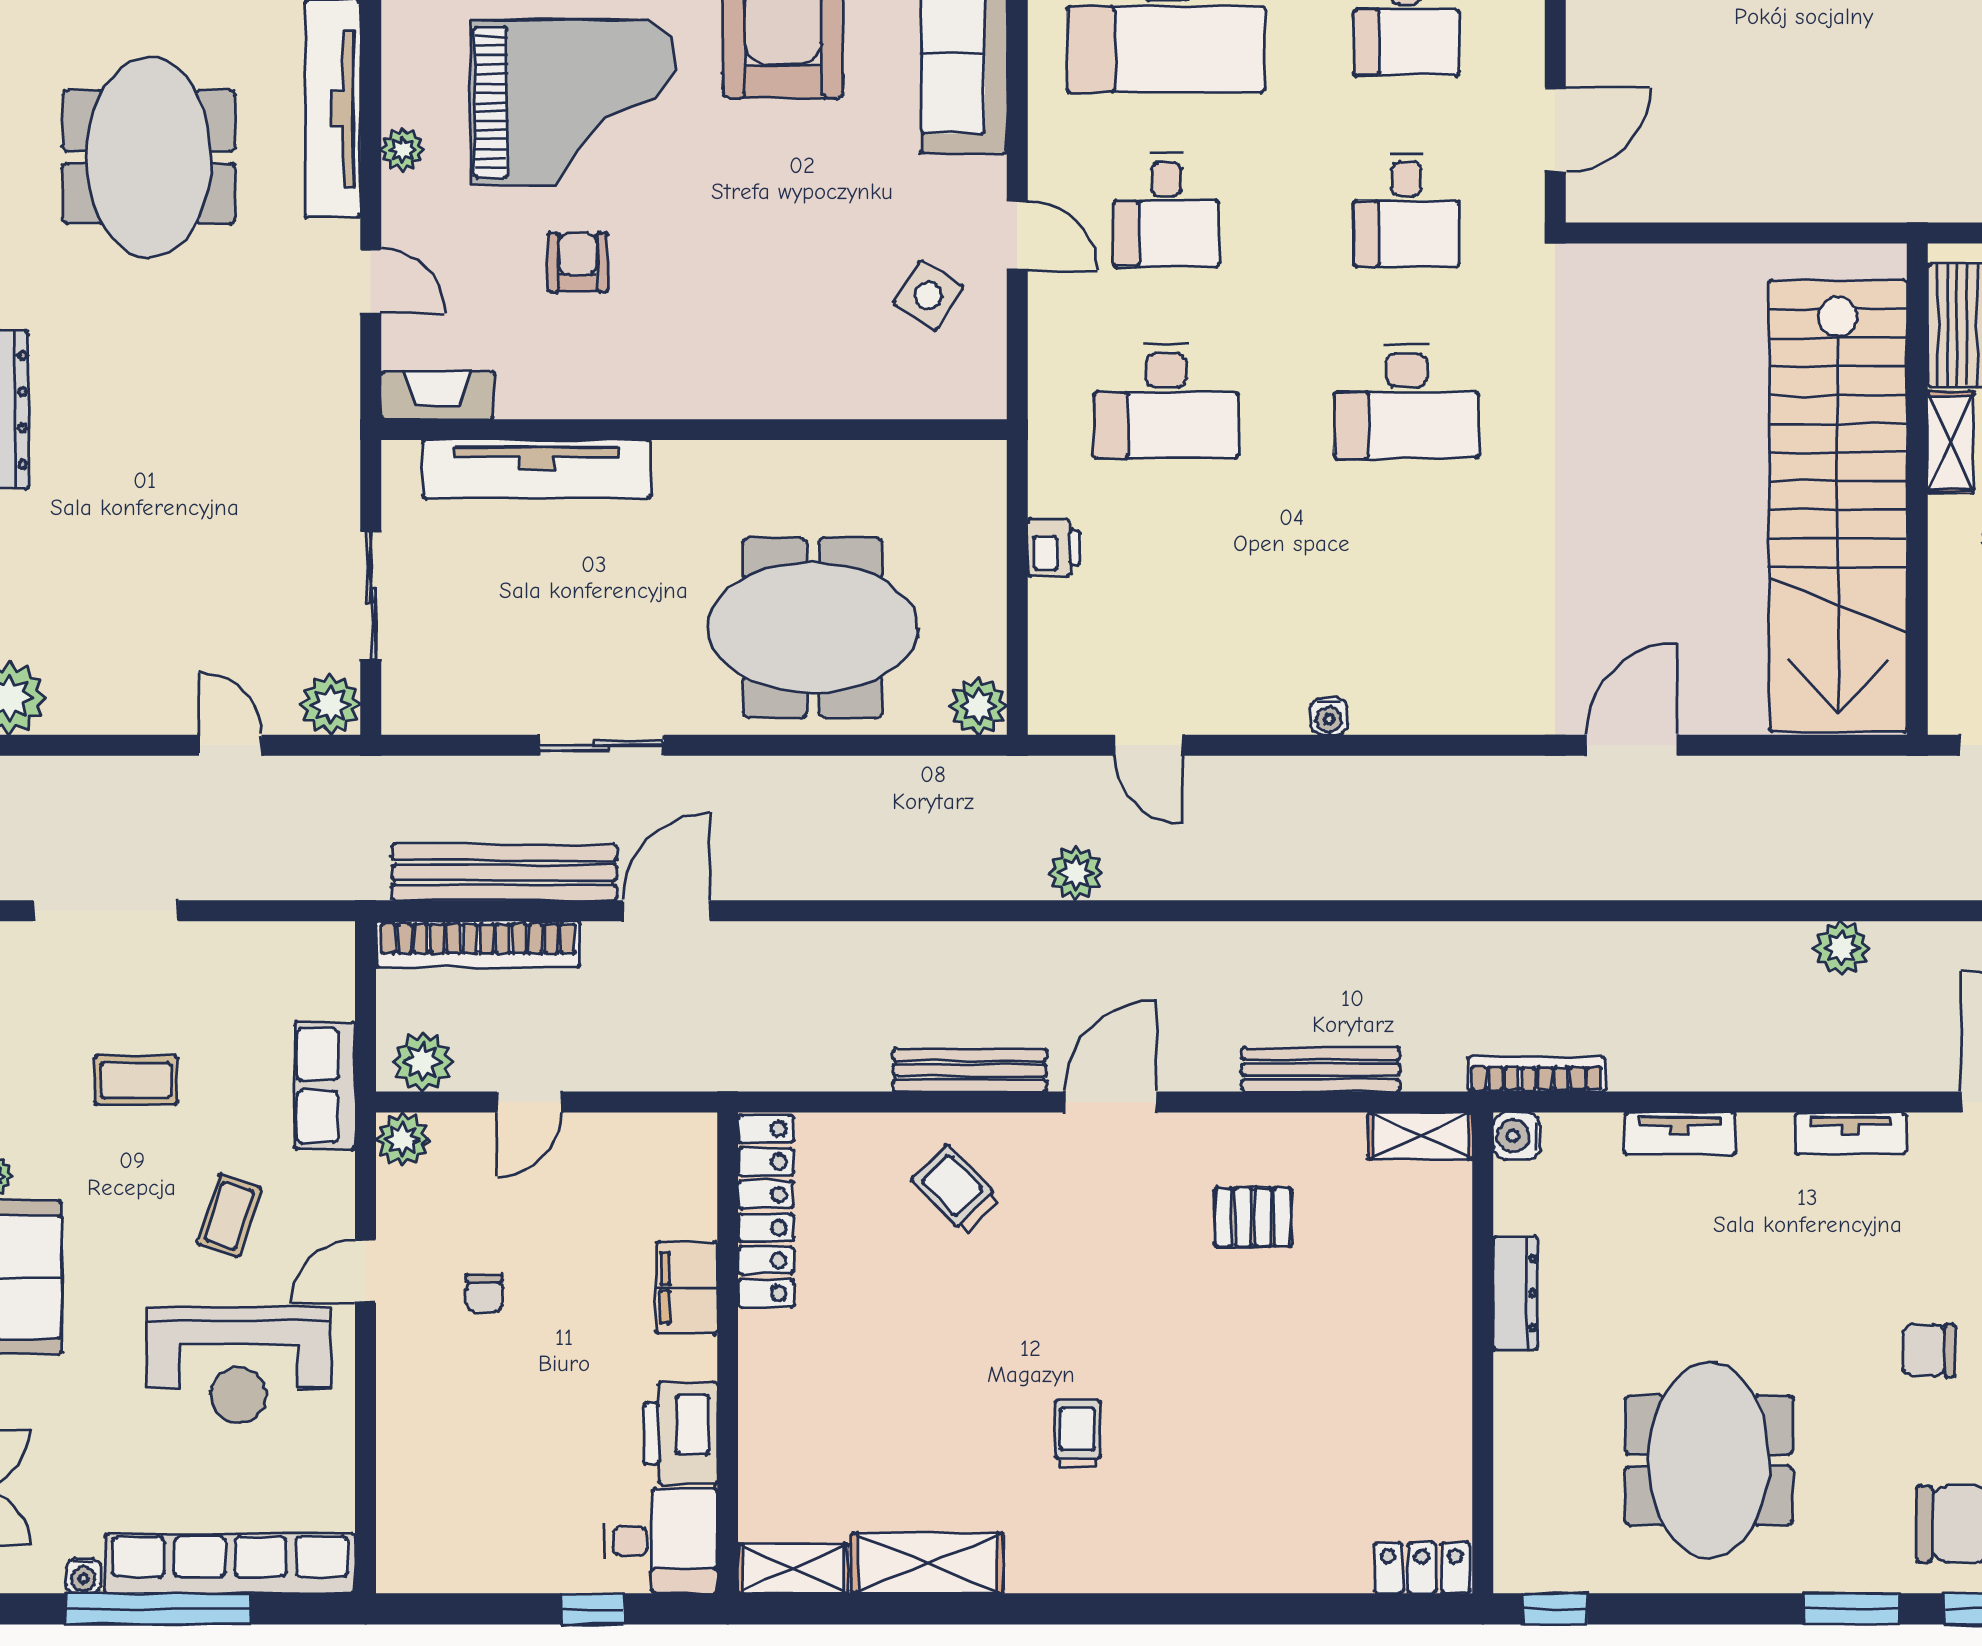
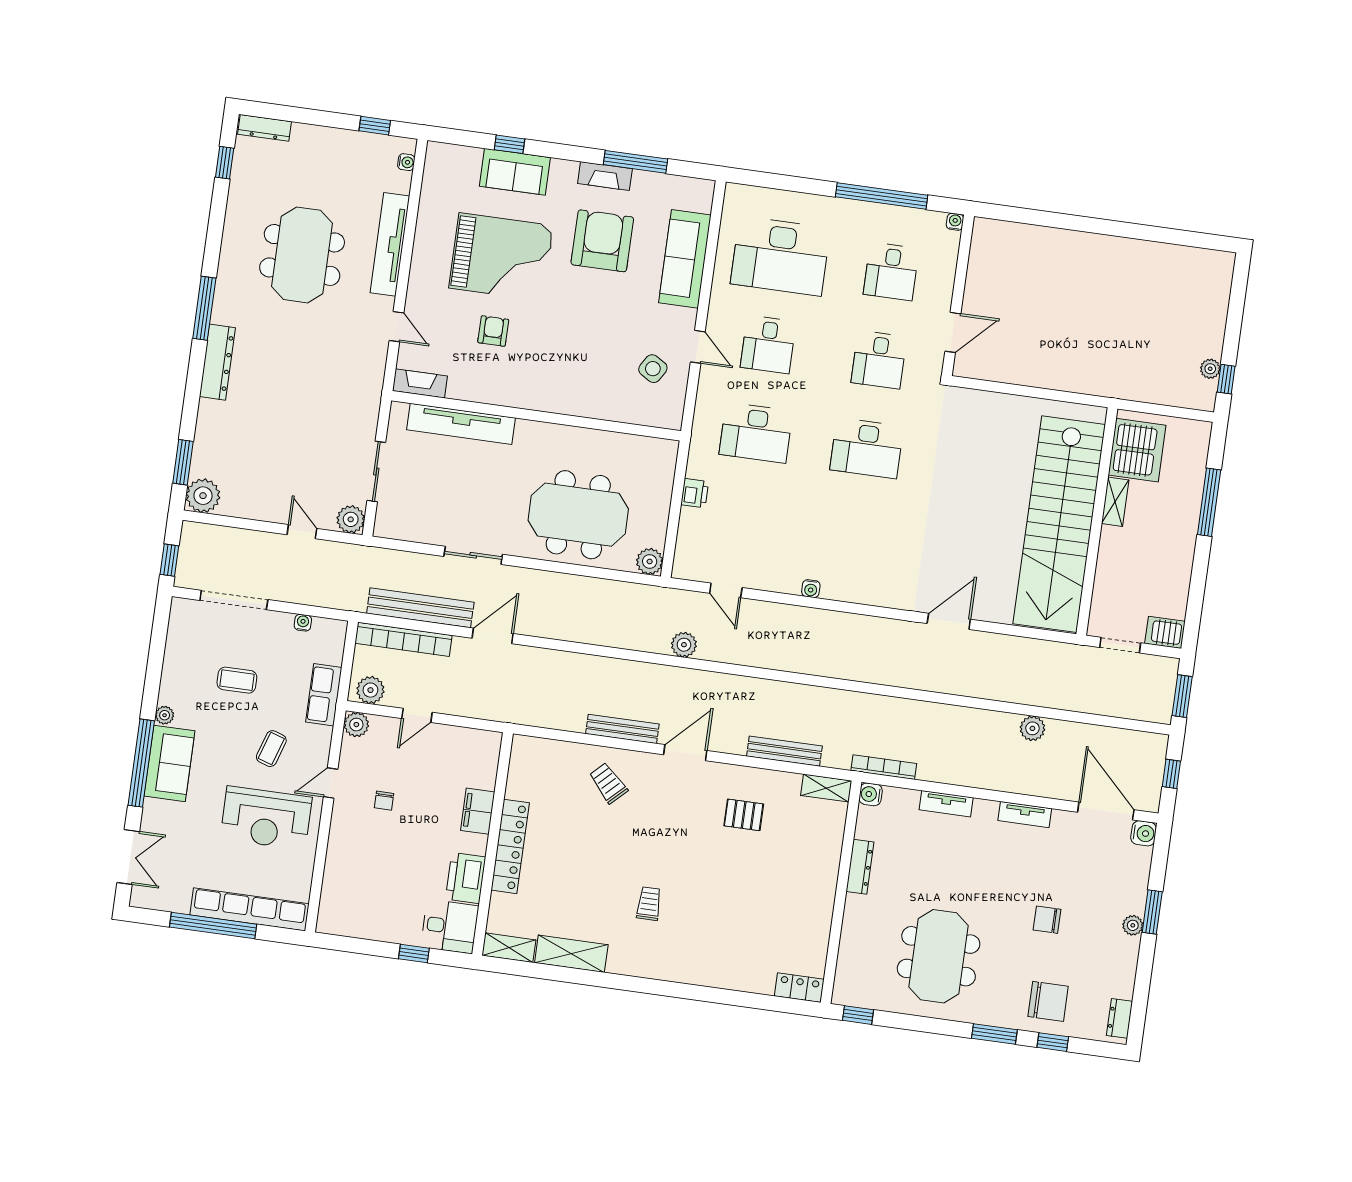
plant: (403, 149) -> (420, 268), removed
locker: (766, 1211) -> (510, 846), moved
water cooler: (83, 1576) -> (303, 623), moved, turned 180

